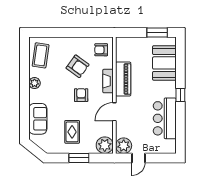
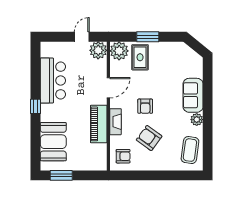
sofa: (38, 119) -> (193, 95), moved
rug: (72, 132) -> (140, 57), moved

